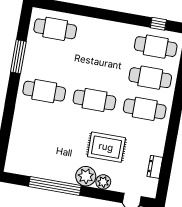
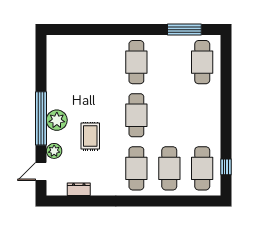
window: (18, 57) -> (184, 30), moved
rug: (106, 147) -> (90, 136), width x0.73, depth x0.70
plant: (103, 182) -> (54, 151), moved
window: (55, 186) -> (41, 118), moved

